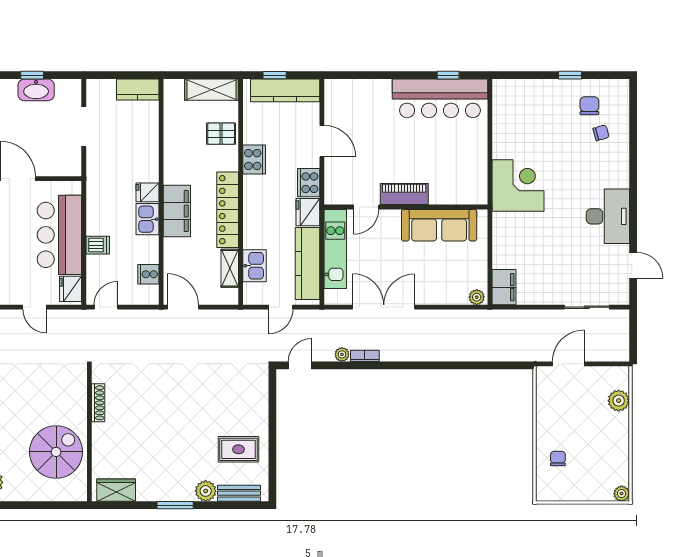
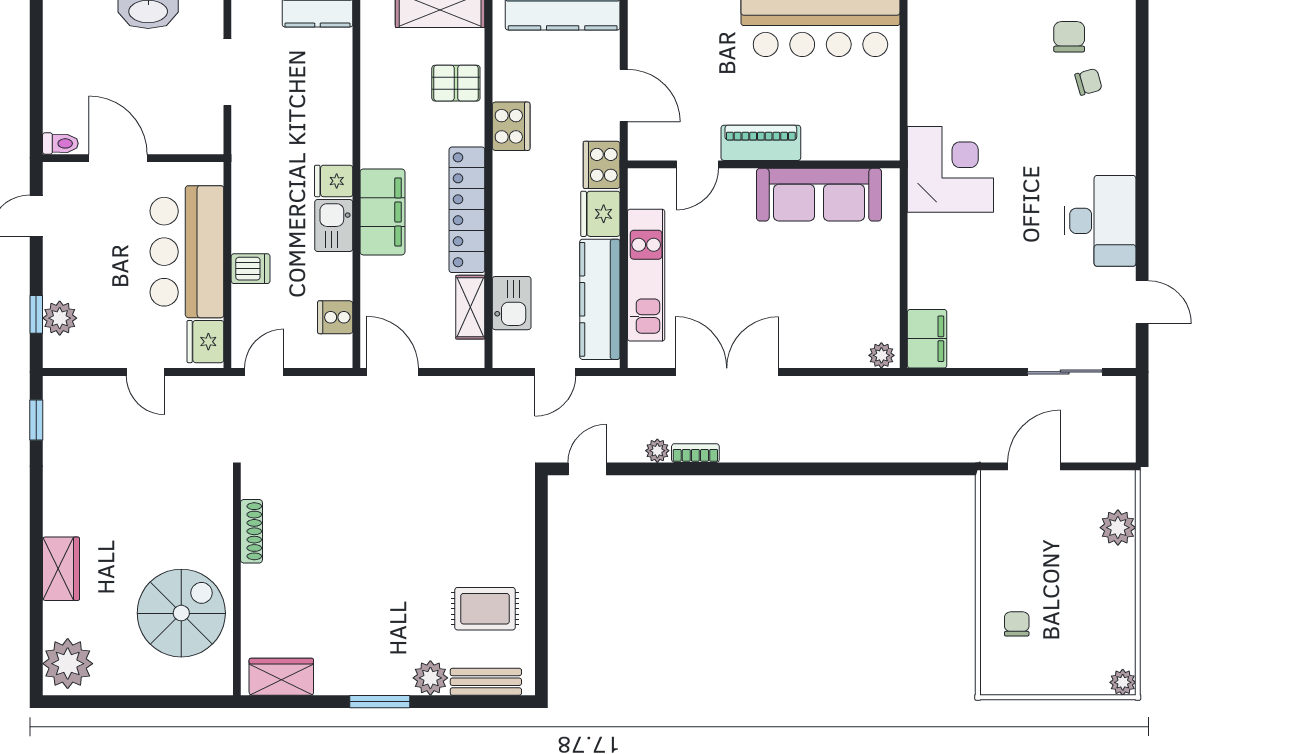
piano: (404, 194) -> (761, 143), moved
door: (366, 207) -> (698, 164), moved
wall: (406, 207) -> (764, 164), moved
sofa: (439, 225) -> (819, 195), moved

